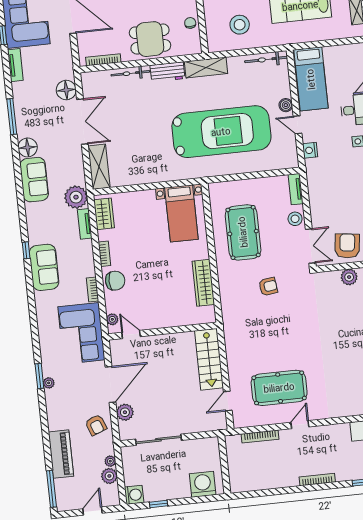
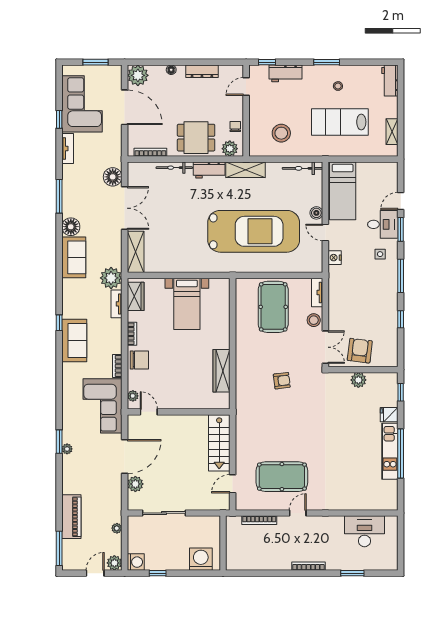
plant: (187, 47) -> (230, 149), added
bed with nightstands: (181, 213) -> (187, 304), moved
pool table: (243, 232) -> (273, 307), moved
armchair: (96, 425) -> (107, 493), removed
plant: (109, 476) -> (114, 563), moved

